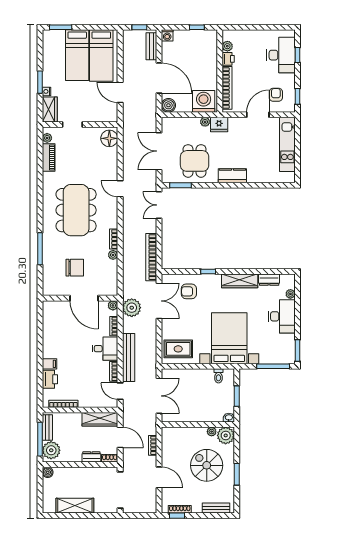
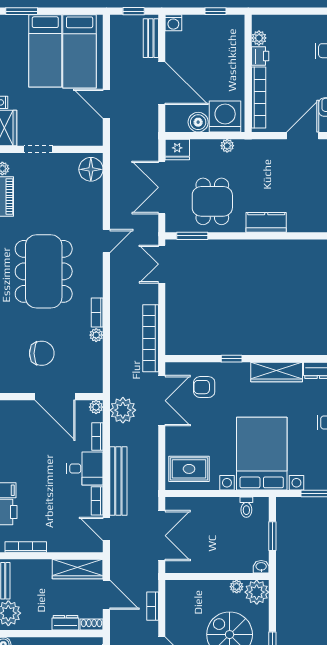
boiler: (168, 105) -> (198, 122), moved
fridge: (219, 124) -> (177, 149), moved
door: (120, 189) -> (106, 241), swing flipped

